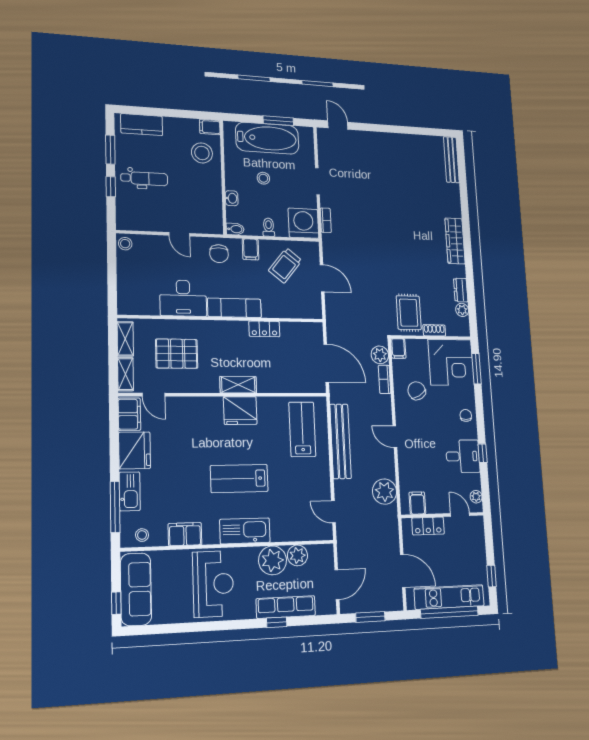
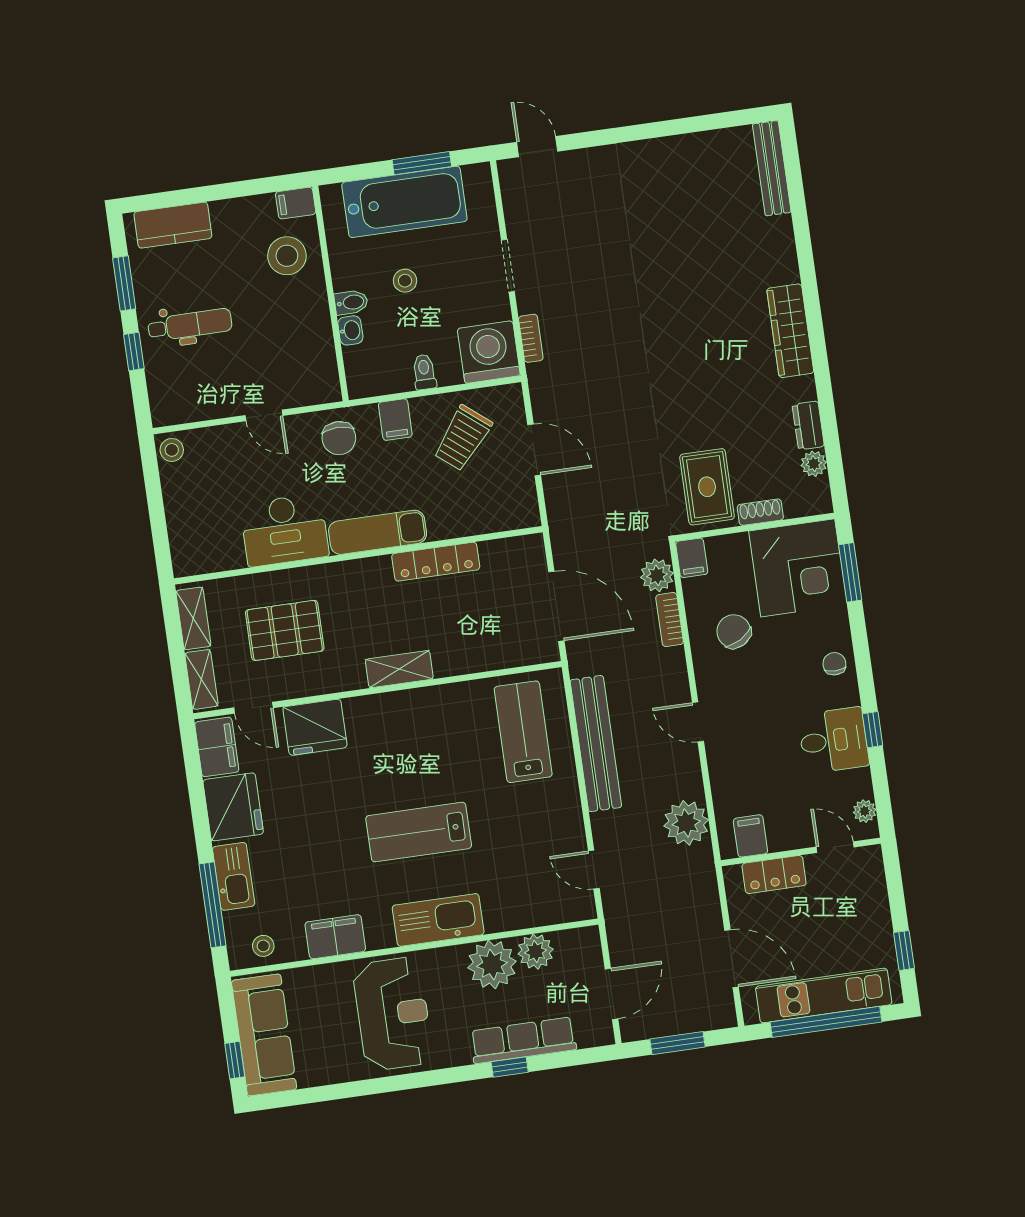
bidet: (235, 229) -> (351, 302), moved
locker: (264, 329) -> (436, 562), width x1.53
fridge: (240, 411) -> (315, 727), moved

